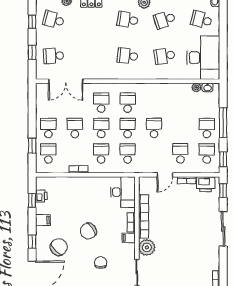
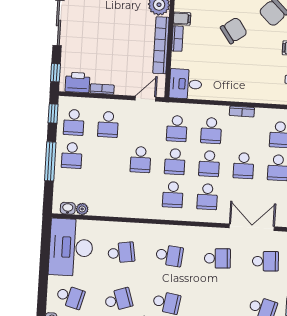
school desk: (91, 56) -> (217, 258), added
door: (165, 175) -> (146, 99), moved
desk: (123, 192) -> (186, 84), width x0.73

